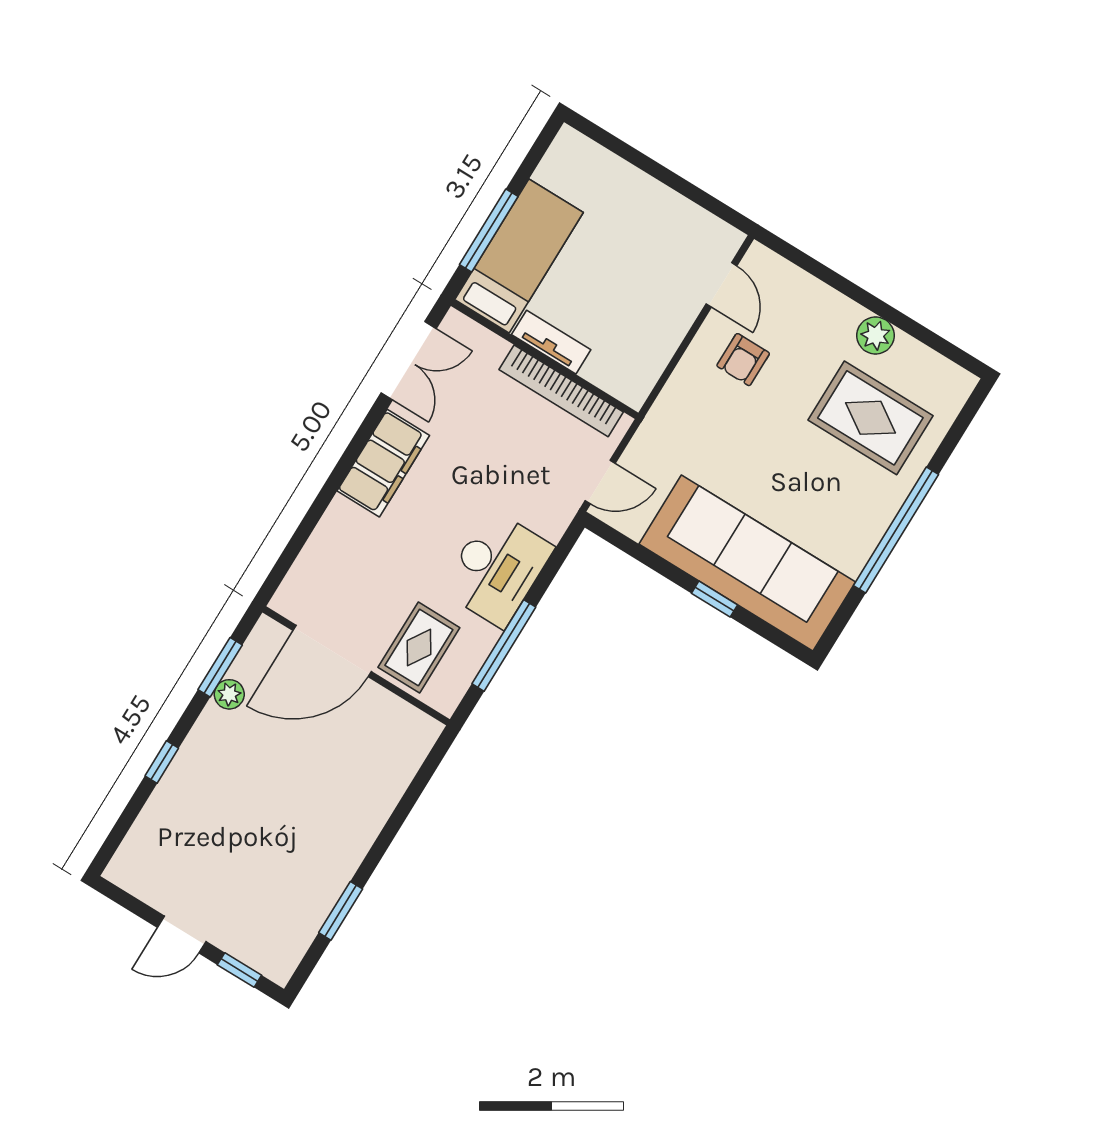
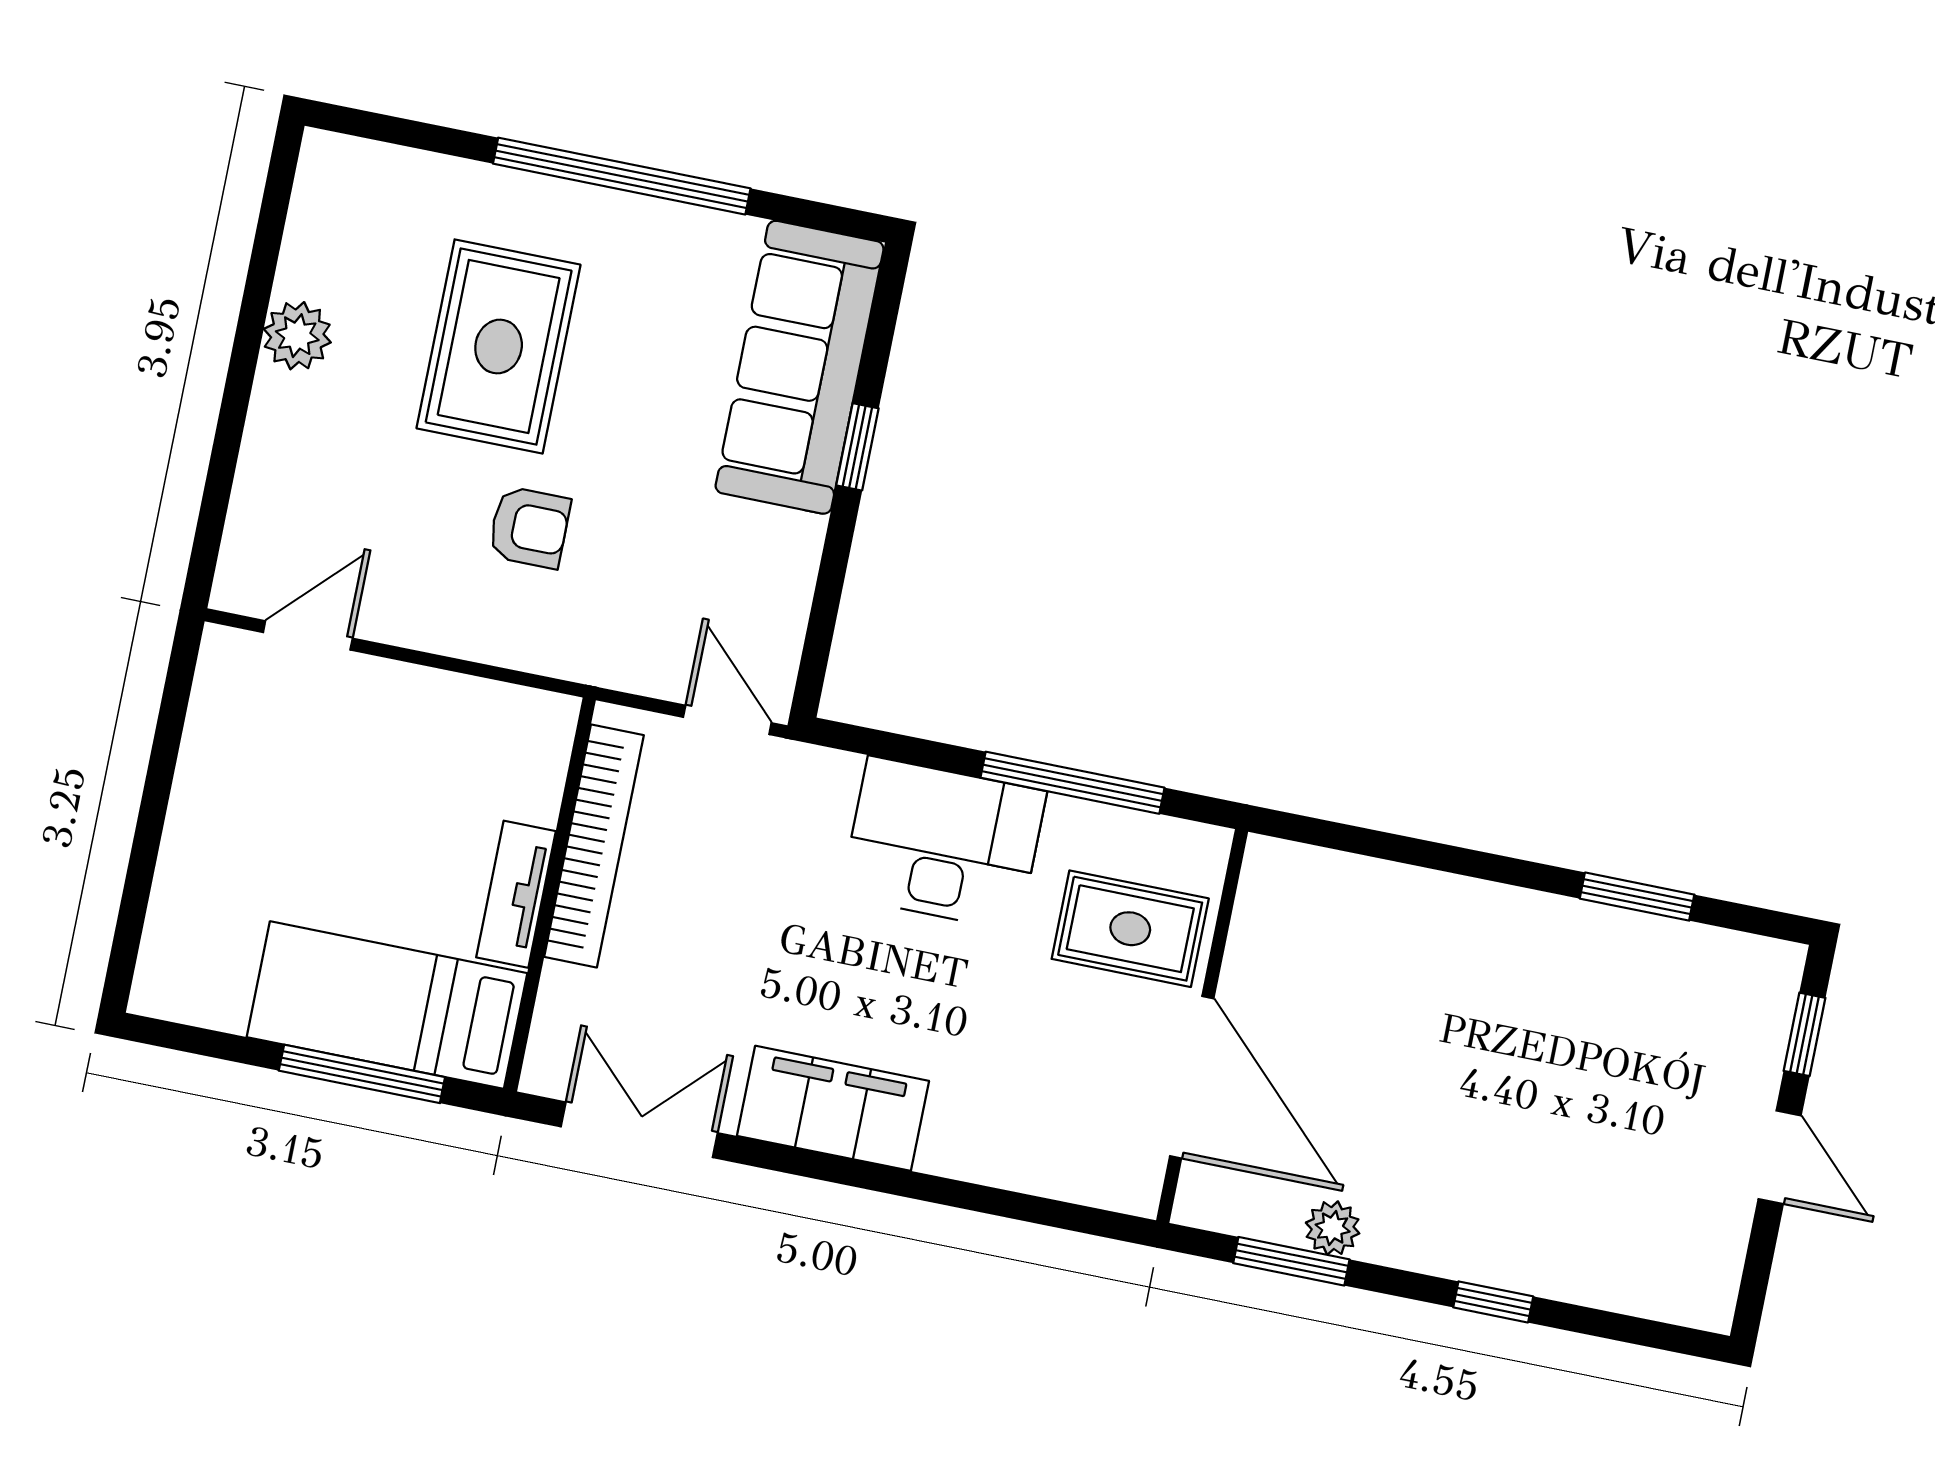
armchair: (743, 360) -> (529, 527), moved
rug: (870, 418) -> (499, 347), moved
sofa: (747, 563) -> (800, 367), width x0.74, depth x0.79

